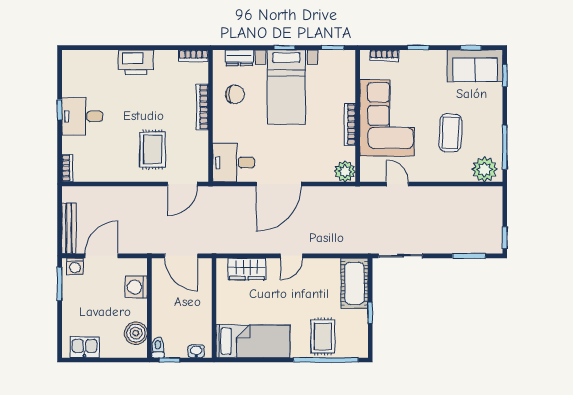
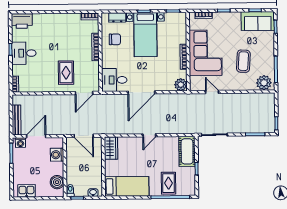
printer: (136, 62) -> (22, 21), moved
wardrobe: (247, 269) -> (111, 148), moved, turned -90

